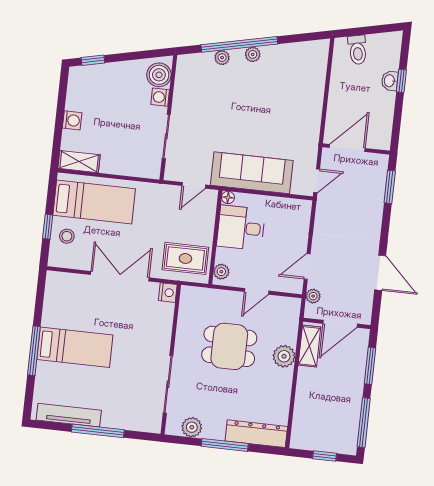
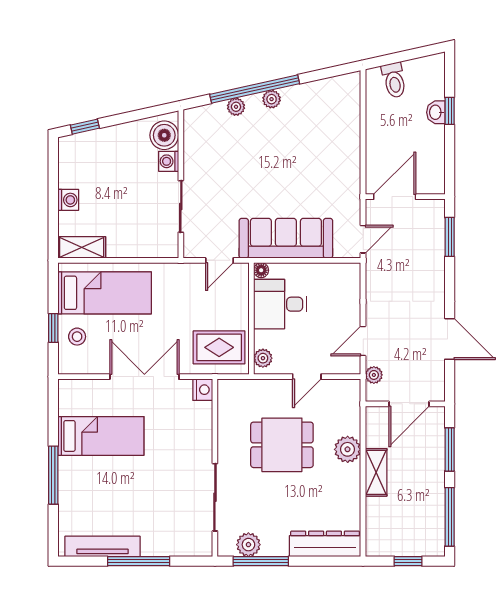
shelving: (309, 346) -> (376, 472), moved
bed: (75, 347) -> (101, 436), moved
window: (225, 445) -> (261, 561), moved

